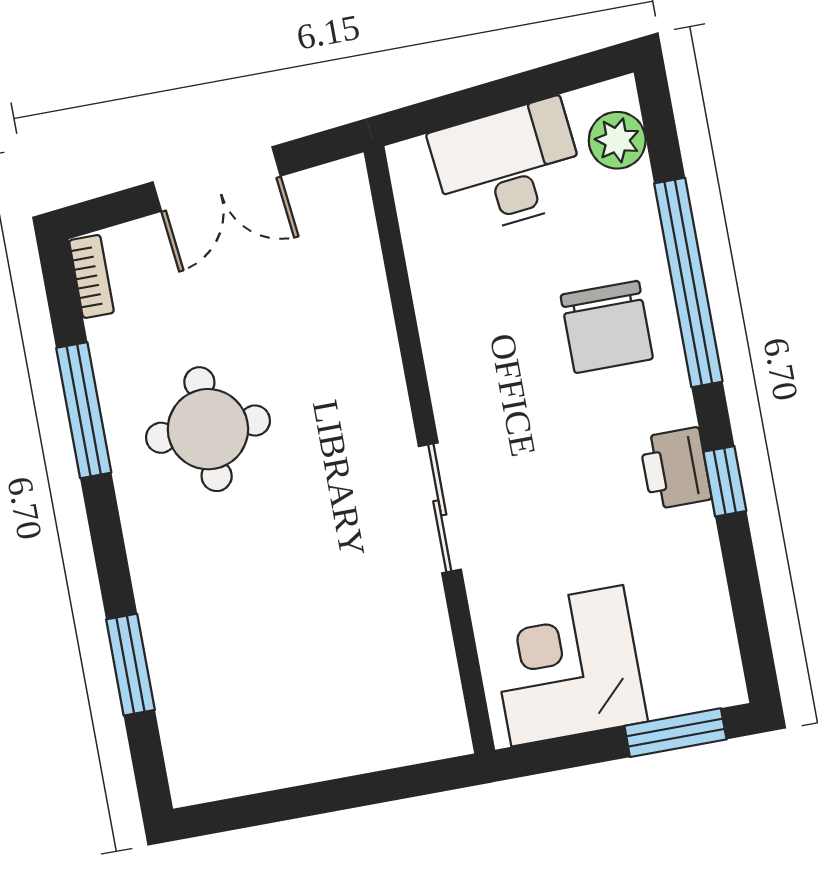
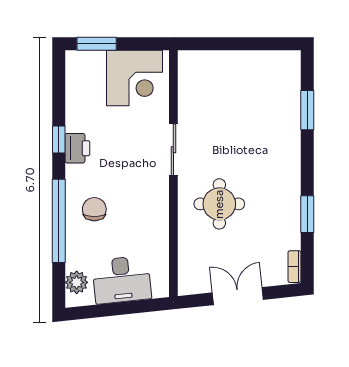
chair: (607, 327) -> (94, 209), width x0.73, depth x0.73
window: (84, 410) -> (307, 214), width x0.69
round table: (208, 429) -> (219, 204), moved

